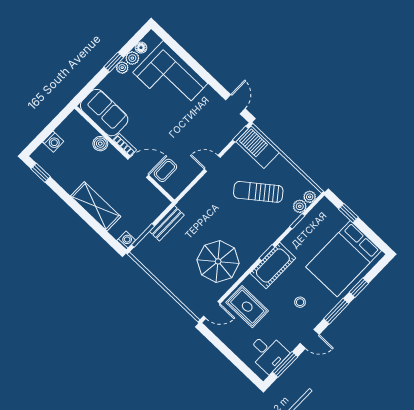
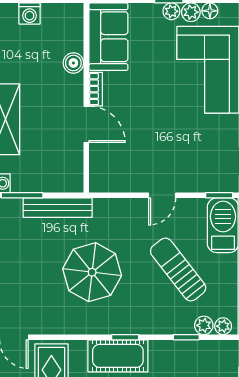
door: (212, 163) -> (162, 195), swing flipped
coffee table: (165, 170) -> (110, 155), removed
bench: (167, 223) -> (58, 208), width x1.36
parasol: (218, 261) -> (92, 272), moved

